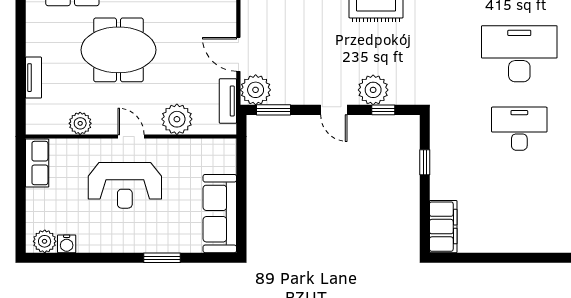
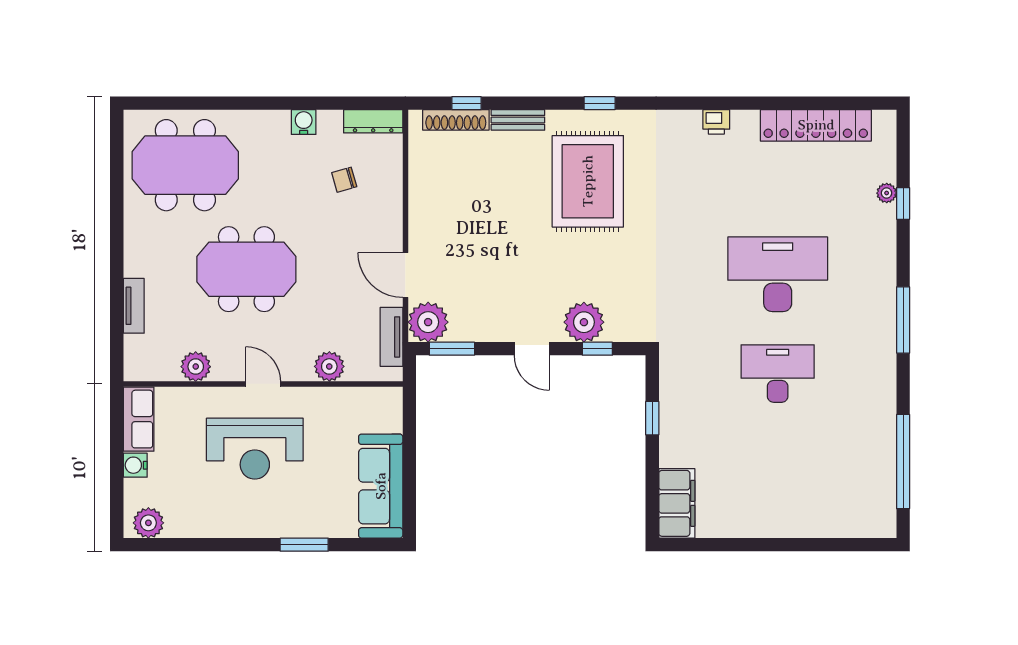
plant: (177, 119) -> (329, 366), width x0.73, depth x0.73
water cooler: (67, 244) -> (135, 465), moved, turned 90

